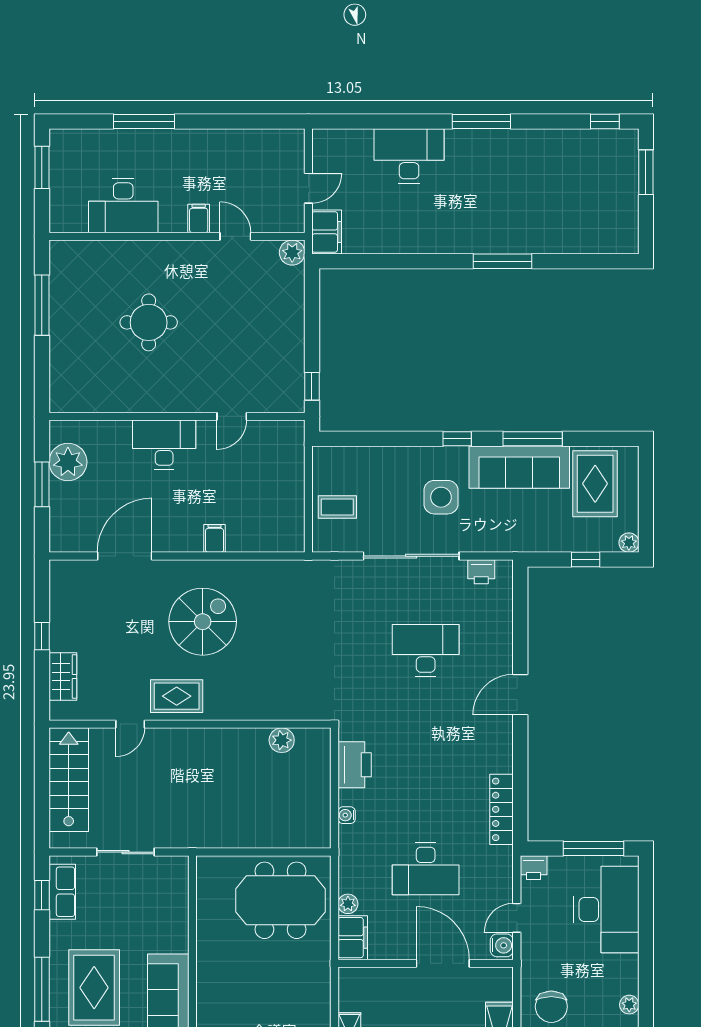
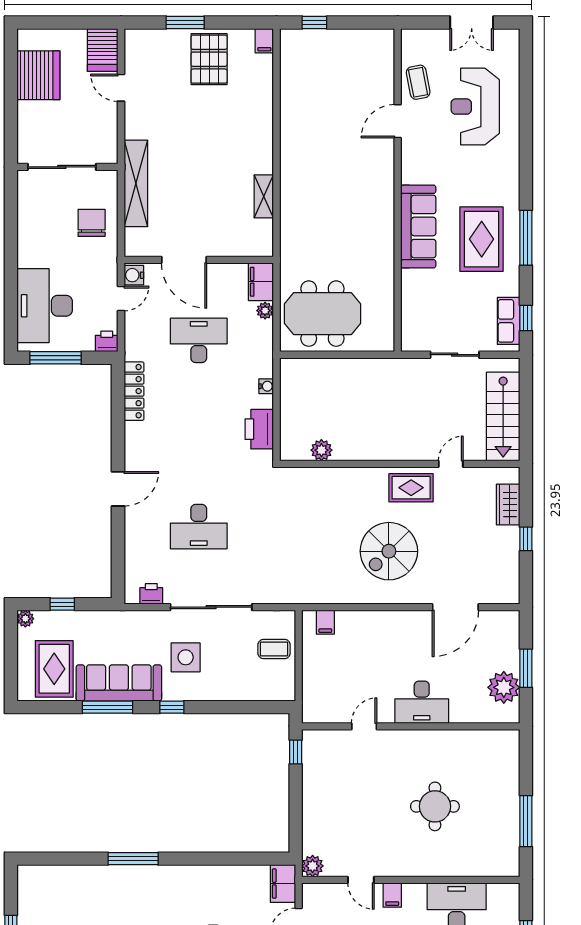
filing cabinet: (215, 538) -> (325, 622), moved
plant: (629, 1005) -> (25, 225), removed

